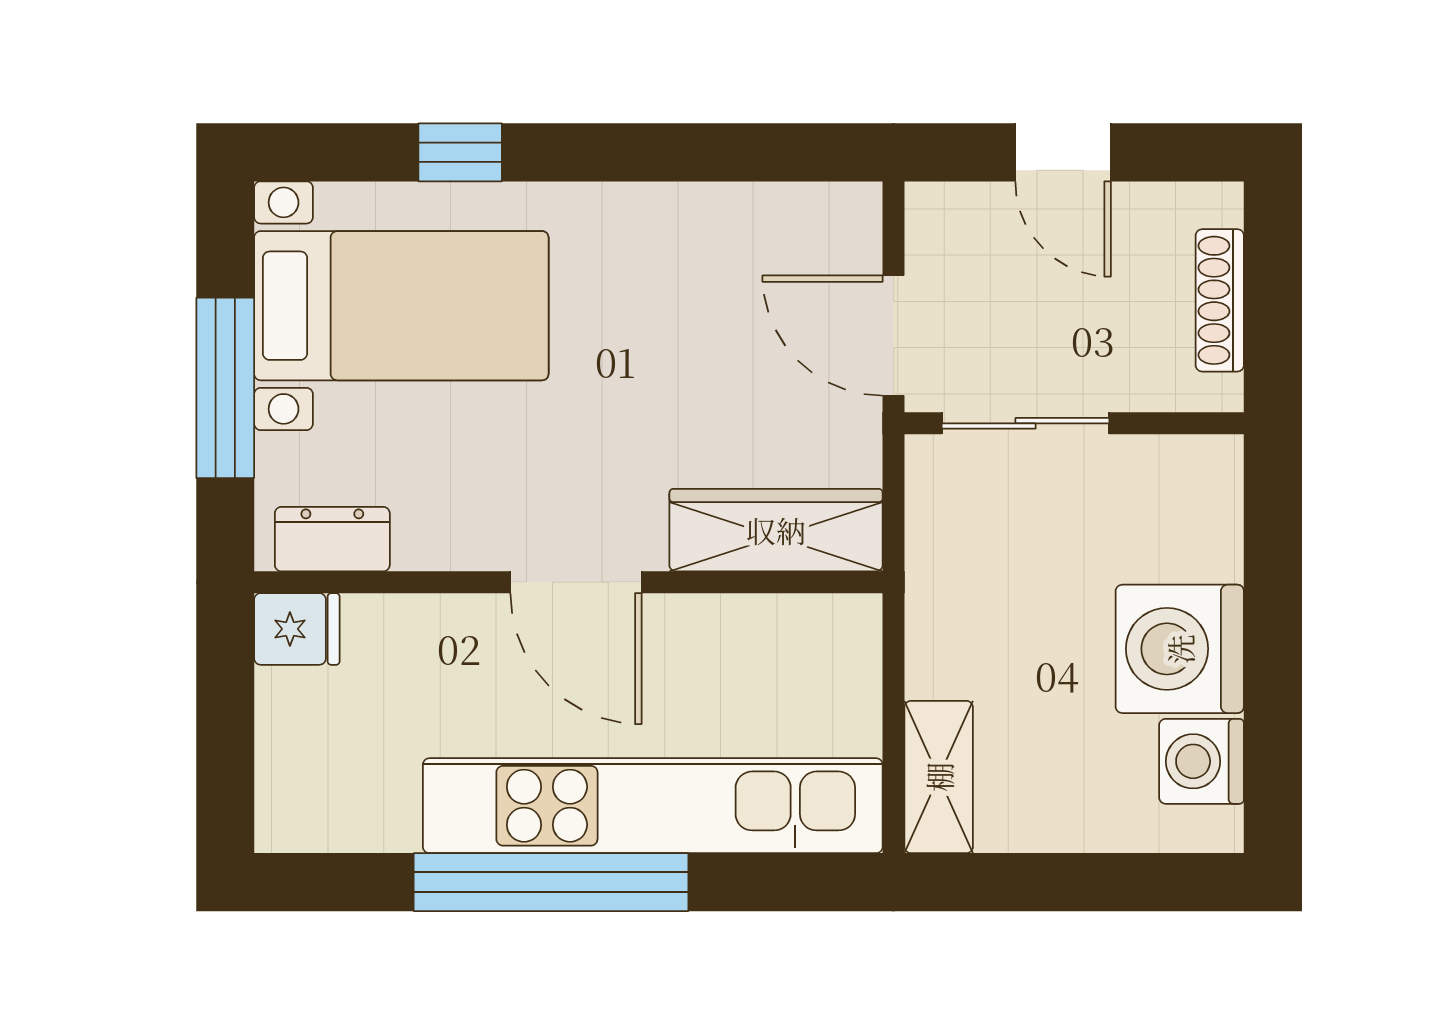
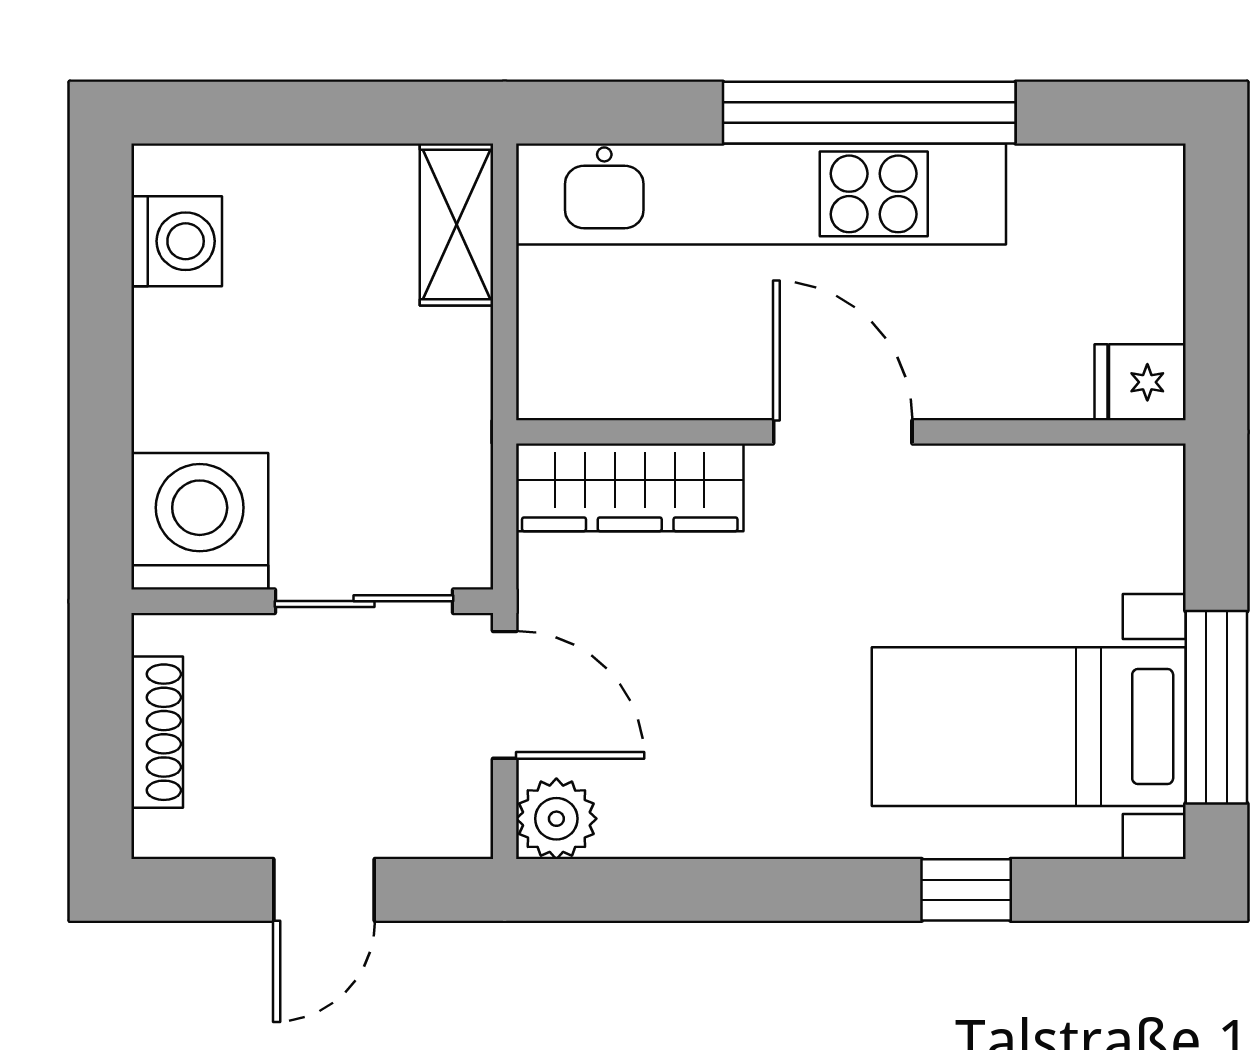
door: (1063, 152) -> (324, 890), swing flipped
plant: (845, 219) -> (556, 819), added
window: (225, 388) -> (1216, 707), moved
dresser: (332, 539) -> (1102, 478), removed
washing machine: (1180, 649) -> (200, 521), moved, turned -90

